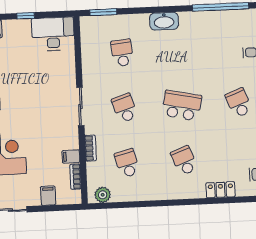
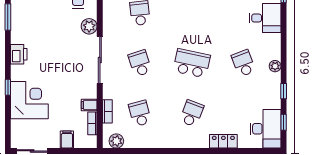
plant: (67, 70) -> (89, 26), added
sliding door: (80, 107) -> (100, 60), width x1.37
bookcase: (91, 148) -> (107, 111), moved
school desk: (184, 161) -> (192, 113), turned 42

